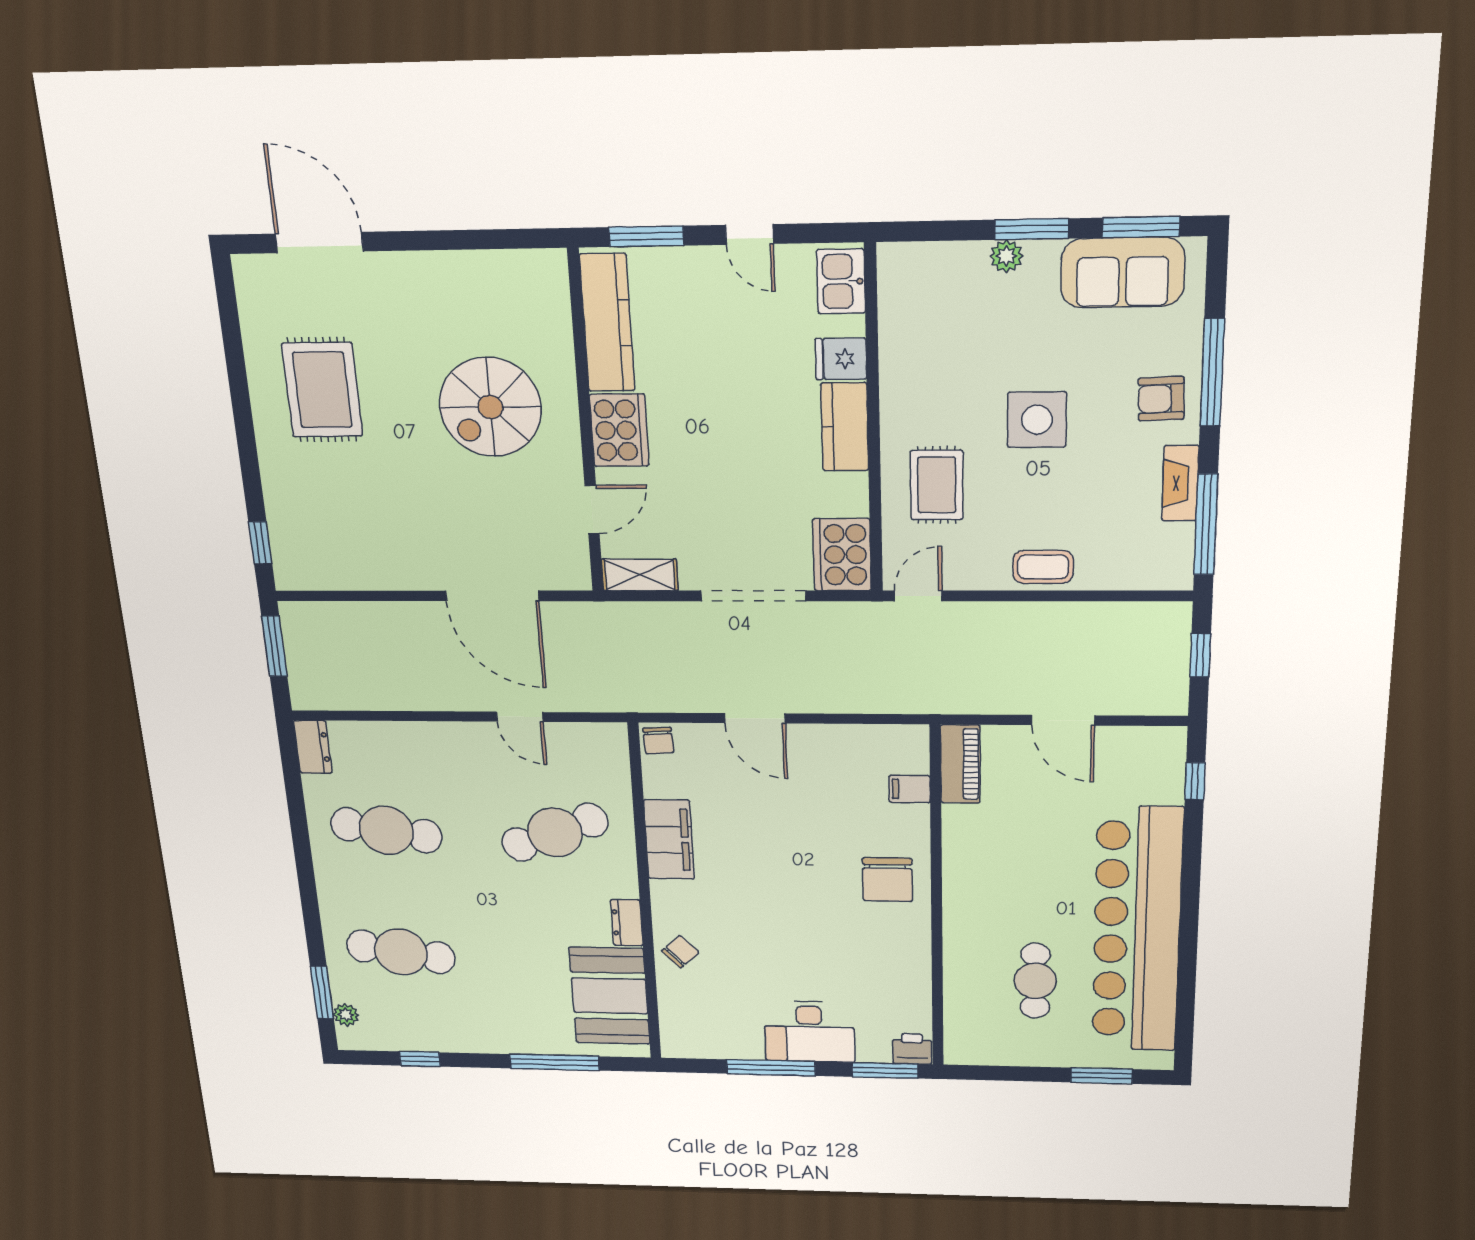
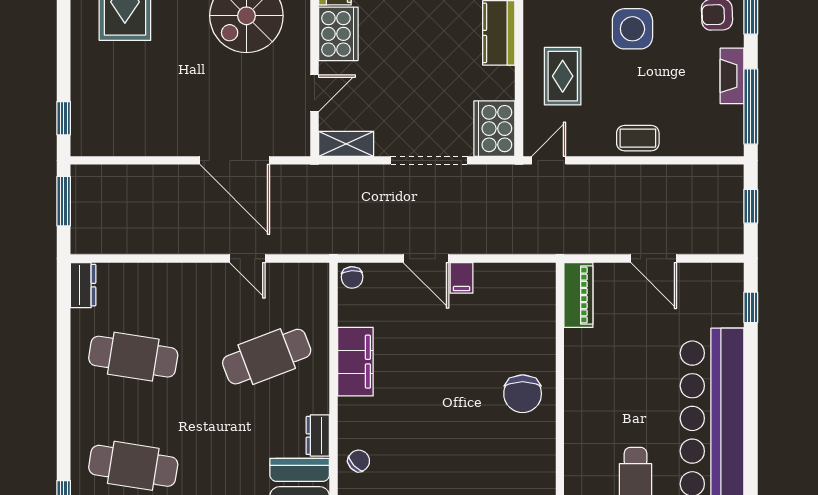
filing cabinet: (910, 789) -> (462, 278), moved, turned -90

